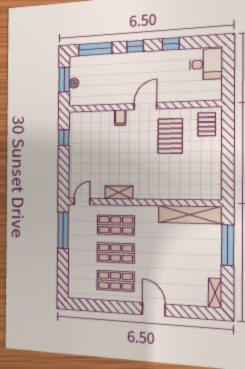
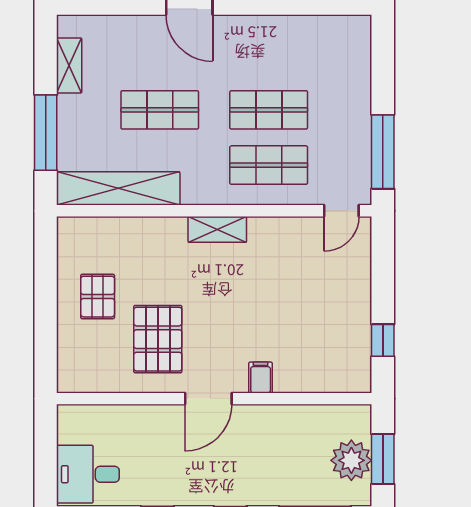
plant: (74, 83) -> (351, 460), width x1.88, depth x1.88
pallet: (207, 124) -> (98, 297), moved
shelving: (119, 192) -> (217, 229), moved
shop shelf: (115, 281) -> (160, 110), moved
shelving: (215, 293) -> (69, 65), moved

